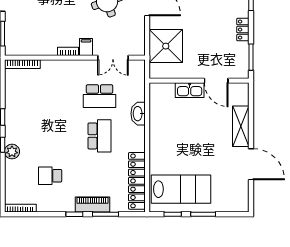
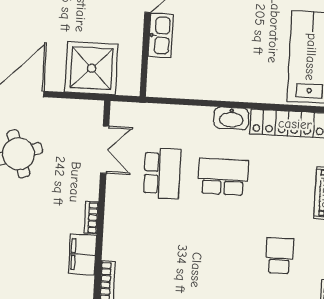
filing cabinet: (86, 47) -> (82, 255), moved, width x2.00
washbasin: (138, 114) -> (231, 118), moved
school desk: (50, 176) -> (279, 256), turned 180

